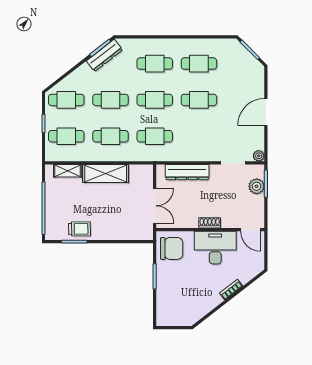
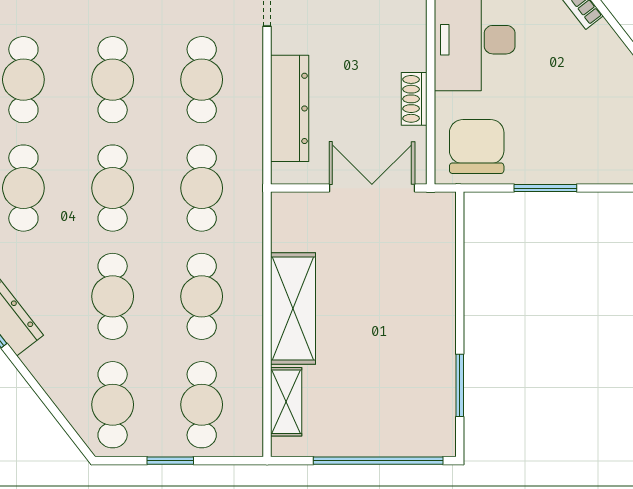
cafe table: (199, 136) -> (202, 80), added
shoe rack: (210, 223) -> (414, 99), moved
trolley: (80, 229) -> (429, 372), removed

